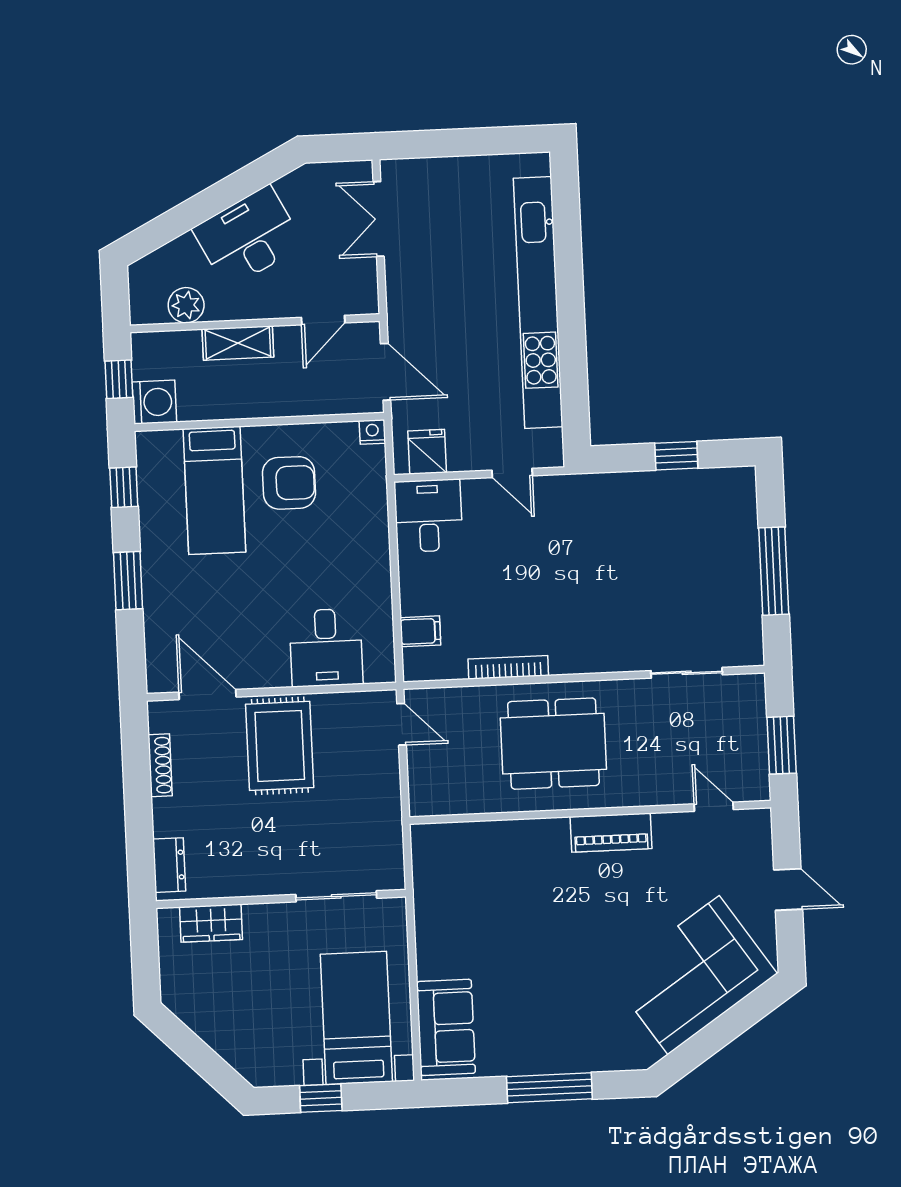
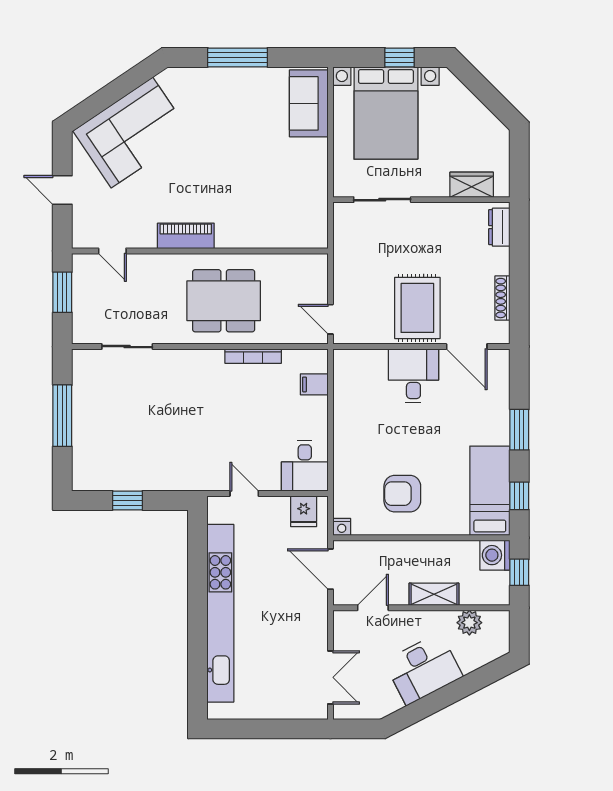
bed: (214, 490) -> (490, 491), moved
desk: (326, 648) -> (413, 376), moved
bed with nightstands: (356, 1018) -> (386, 113), width x1.36

